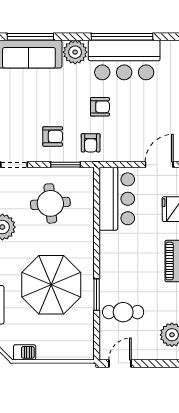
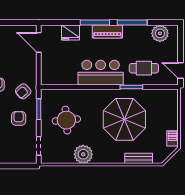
armchair: (91, 143) -> (23, 91), turned 139
bar counter: (117, 199) -> (101, 73), moved
cafe table: (123, 312) -> (144, 68), turned 90

